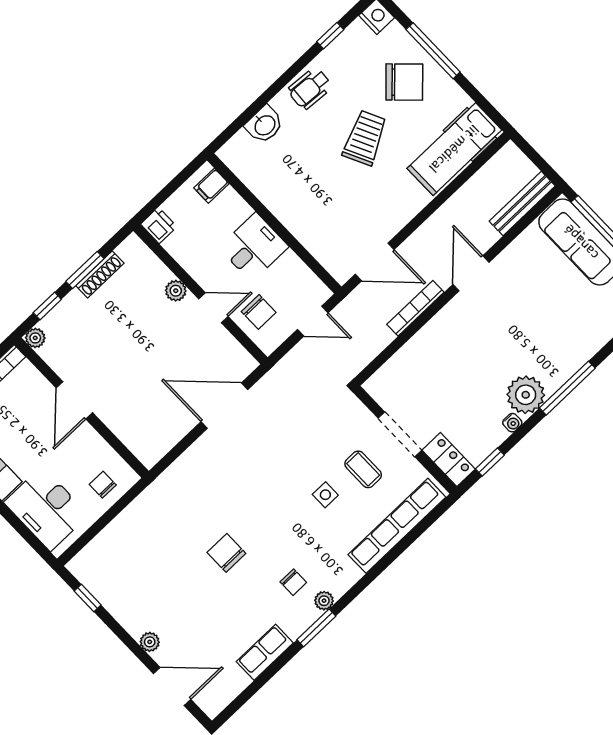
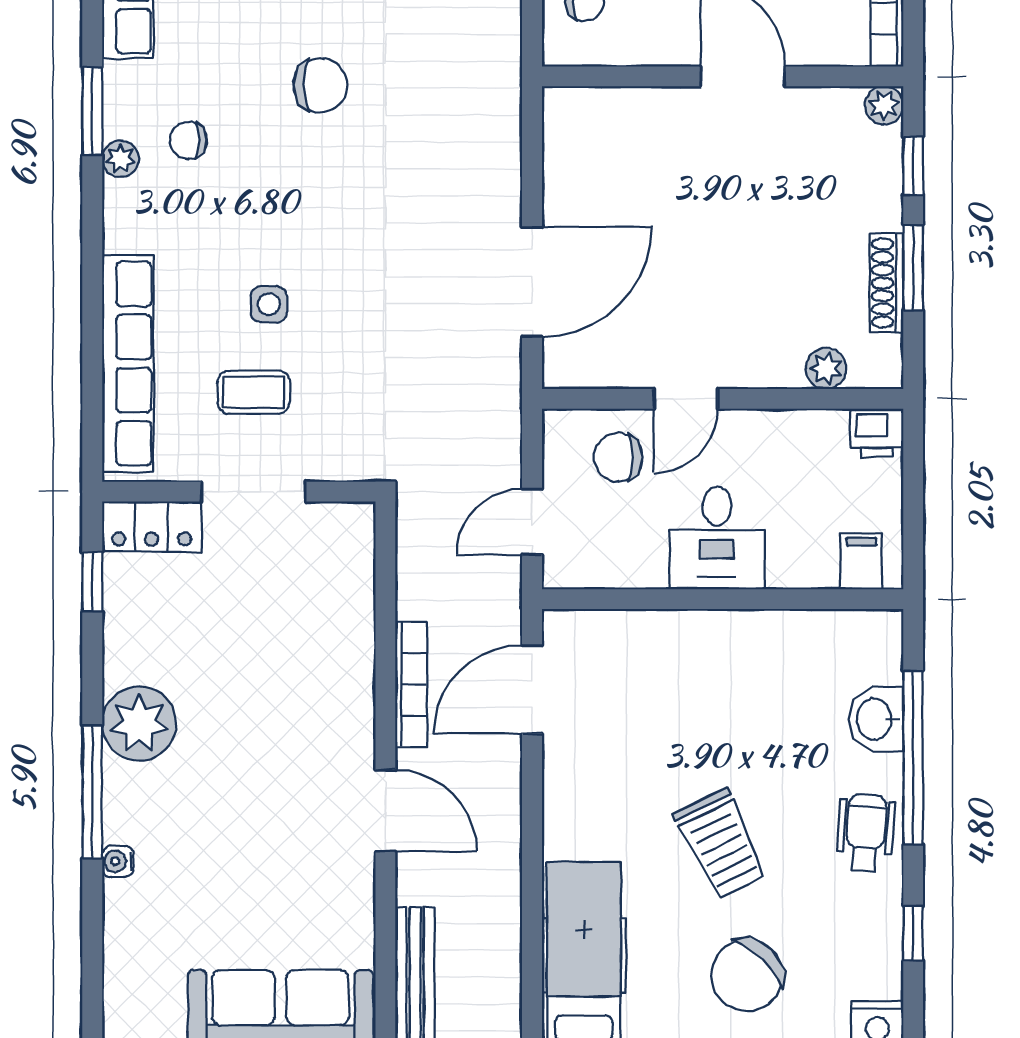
window: (266, 97) -> (913, 758), added
plant: (176, 291) -> (826, 369), moved
water cooler: (512, 423) -> (118, 861), moved

